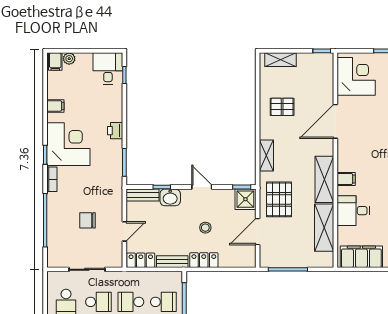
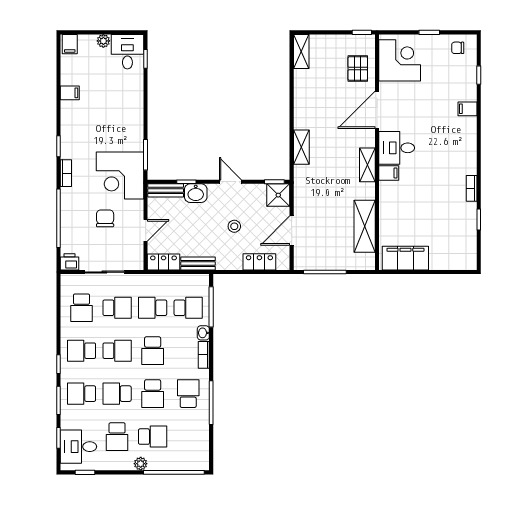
plant: (69, 59) -> (103, 41), moved
shelving: (280, 60) -> (301, 51), moved, turned 90
pallet: (282, 107) -> (358, 69), moved, turned 90
printer: (115, 131) -> (70, 262), moved, turned 90
corner desk: (68, 144) -> (120, 175), moved, turned 180
shelving: (324, 179) -> (367, 165), width x0.67, depth x0.75
pallet: (279, 199) -> (315, 195), removed
desk: (353, 211) -> (397, 148), moved
chair: (87, 220) -> (105, 218), turned 90
locker: (204, 260) -> (259, 262), moved

